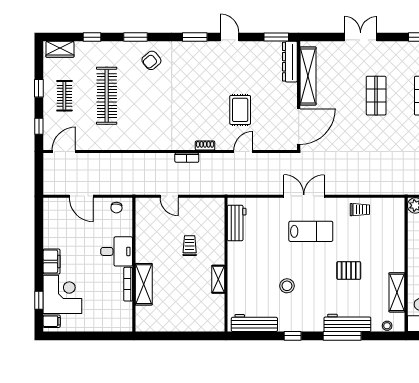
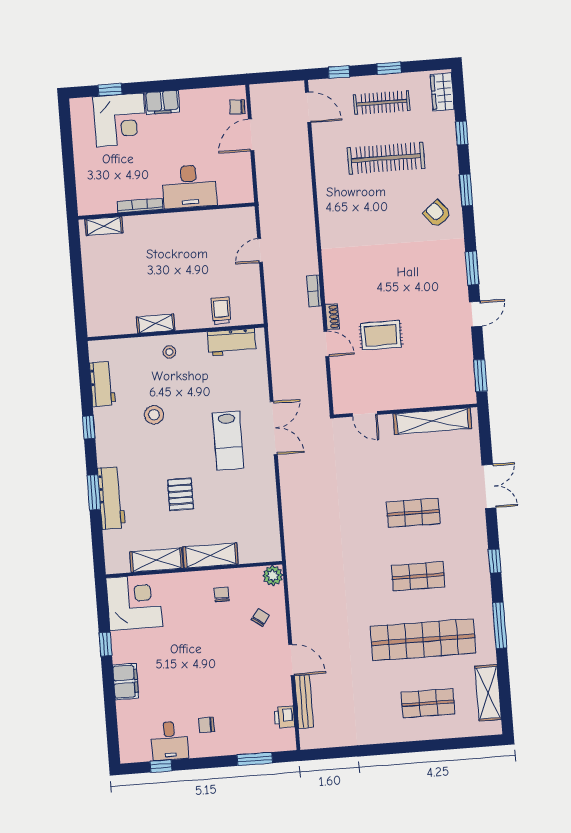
dresser: (290, 62) -> (449, 396), removed
clothes rail: (64, 96) -> (382, 103), width x1.36
door: (299, 127) -> (365, 414), width x0.53
shoe rack: (205, 145) -> (332, 317), moved
bookcase: (187, 158) -> (314, 291), moved
chair: (116, 208) -> (237, 107), moved
trolley: (360, 210) -> (262, 503), removed
trolley: (190, 246) -> (221, 311), moved, turned -90
desk: (117, 251) -> (189, 187), width x1.37
shelving: (397, 251) -> (211, 556), added
shelving: (144, 284) -> (104, 226), moved, width x0.67, depth x0.75
filing cabinet: (52, 321) -> (84, 109), removed
workbench: (254, 323) -> (102, 384), width x0.73
stool: (387, 326) -> (169, 352), moved
window: (342, 336) -> (94, 492), width x0.69

